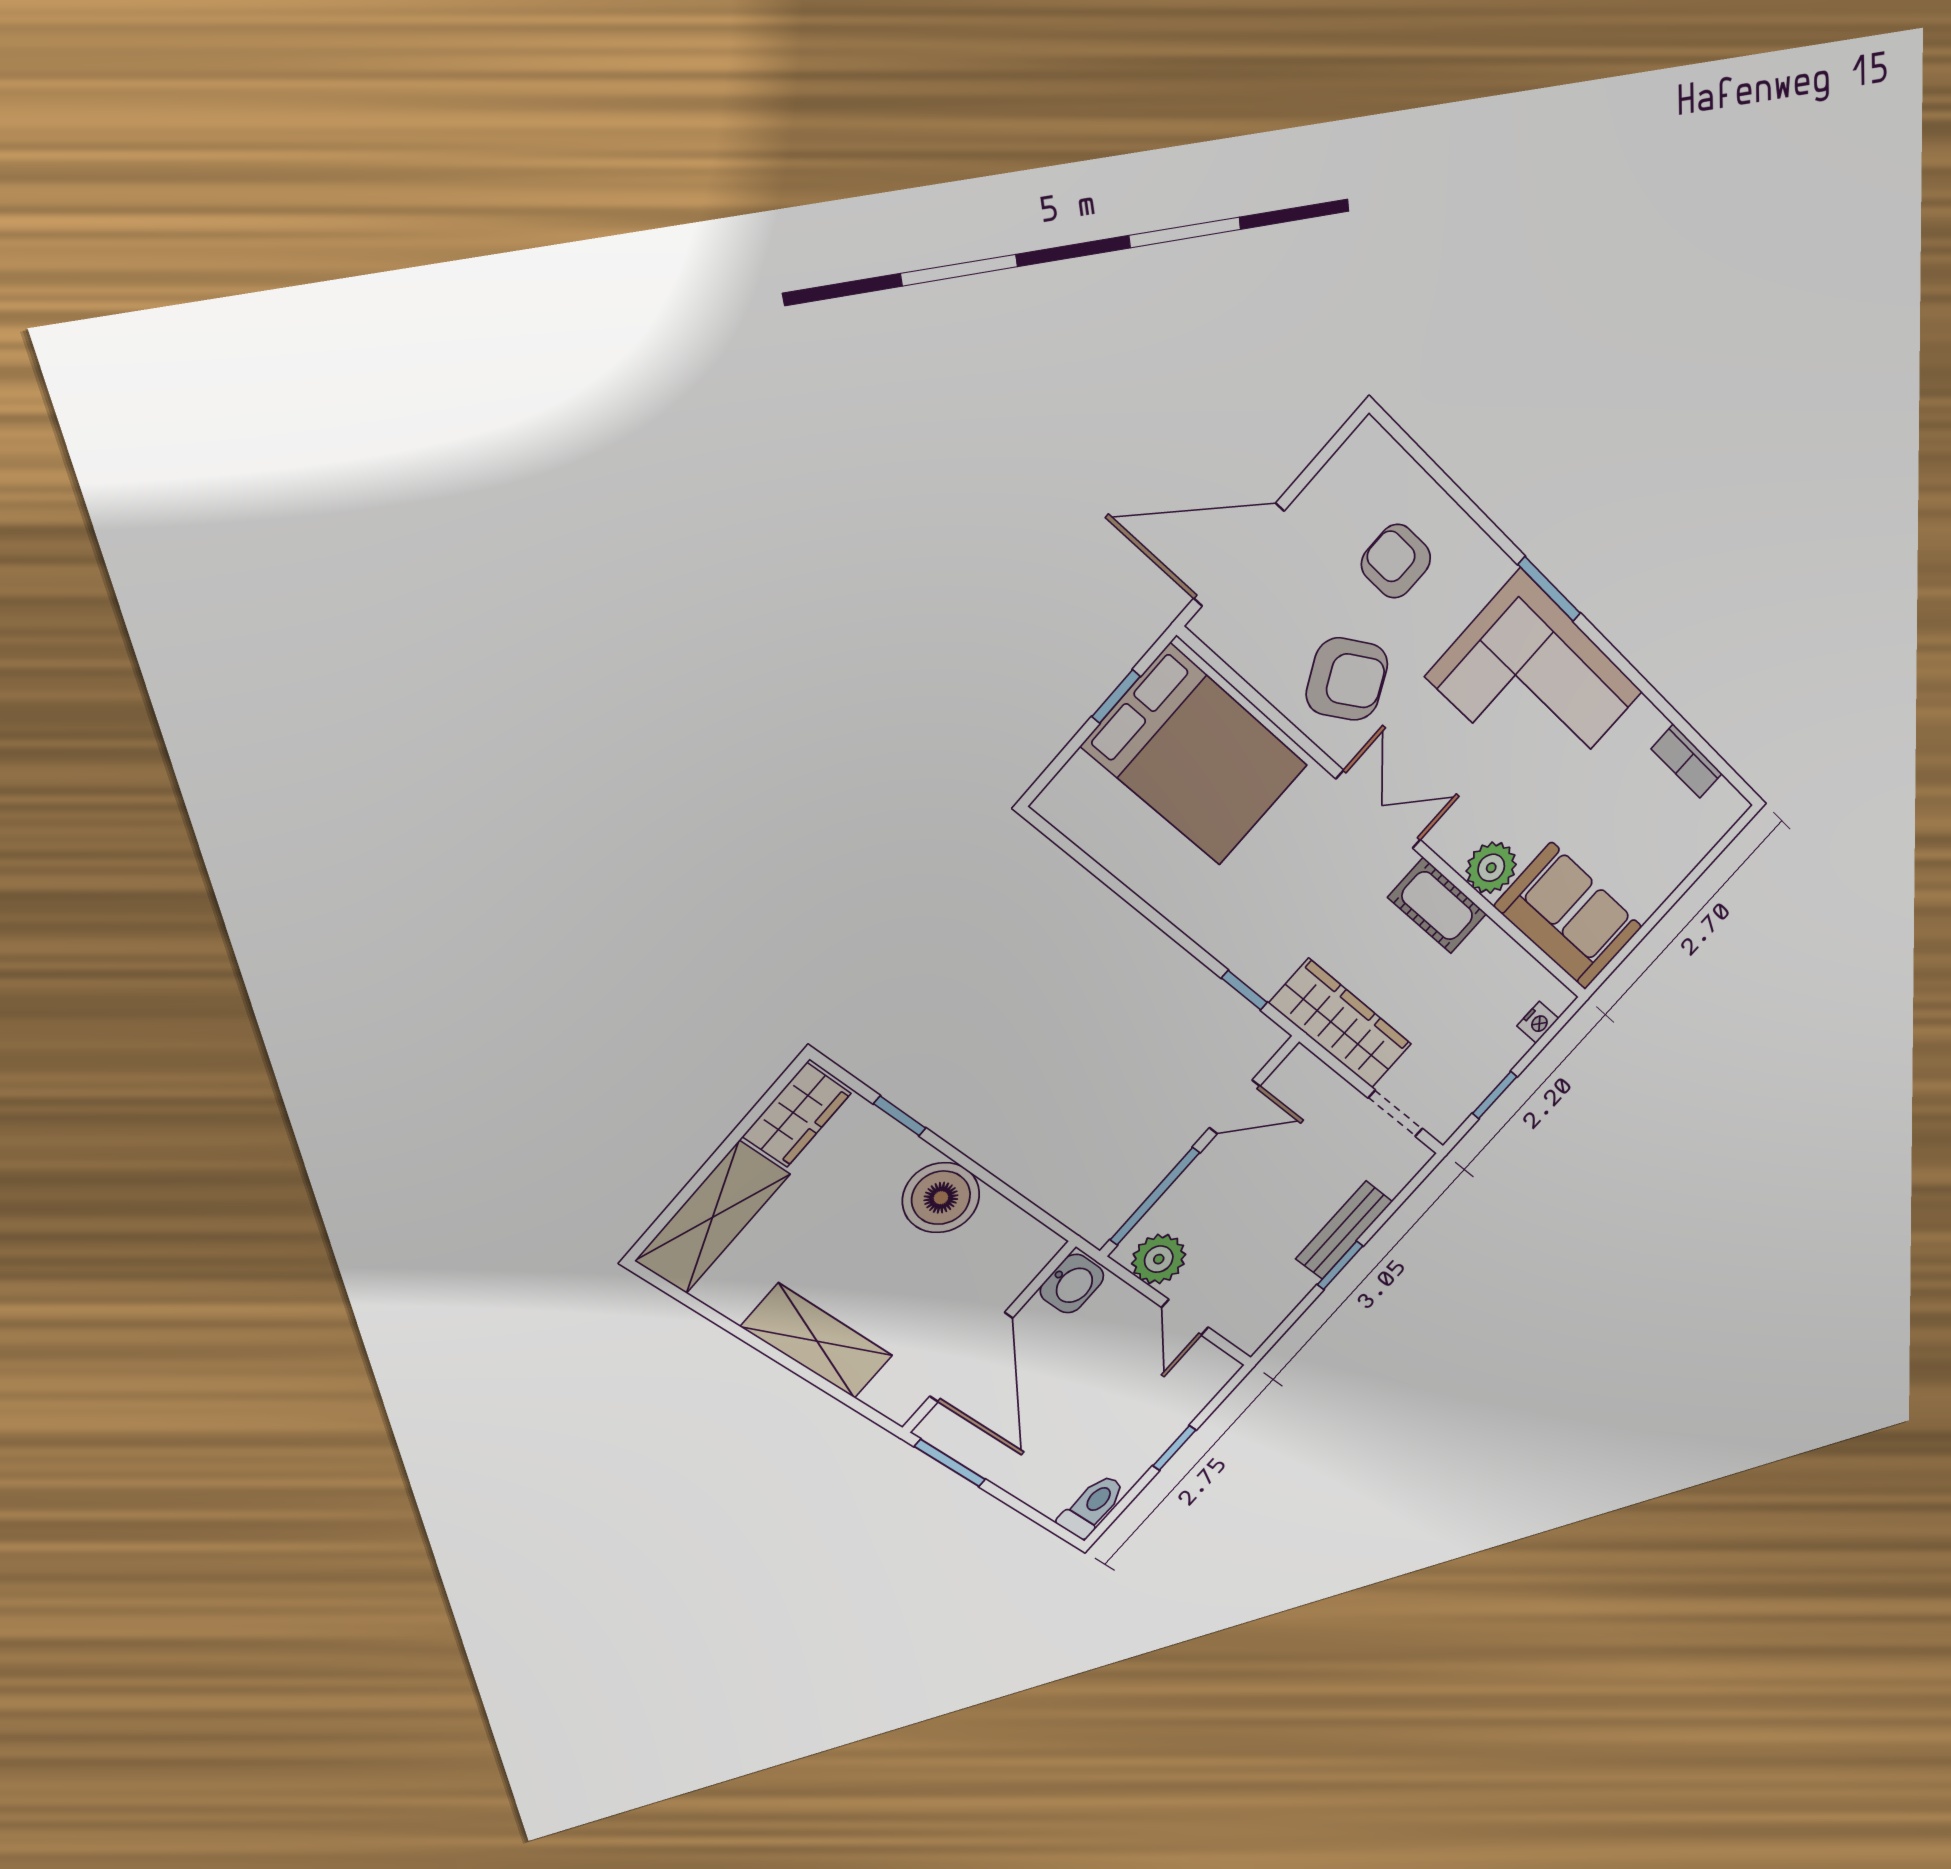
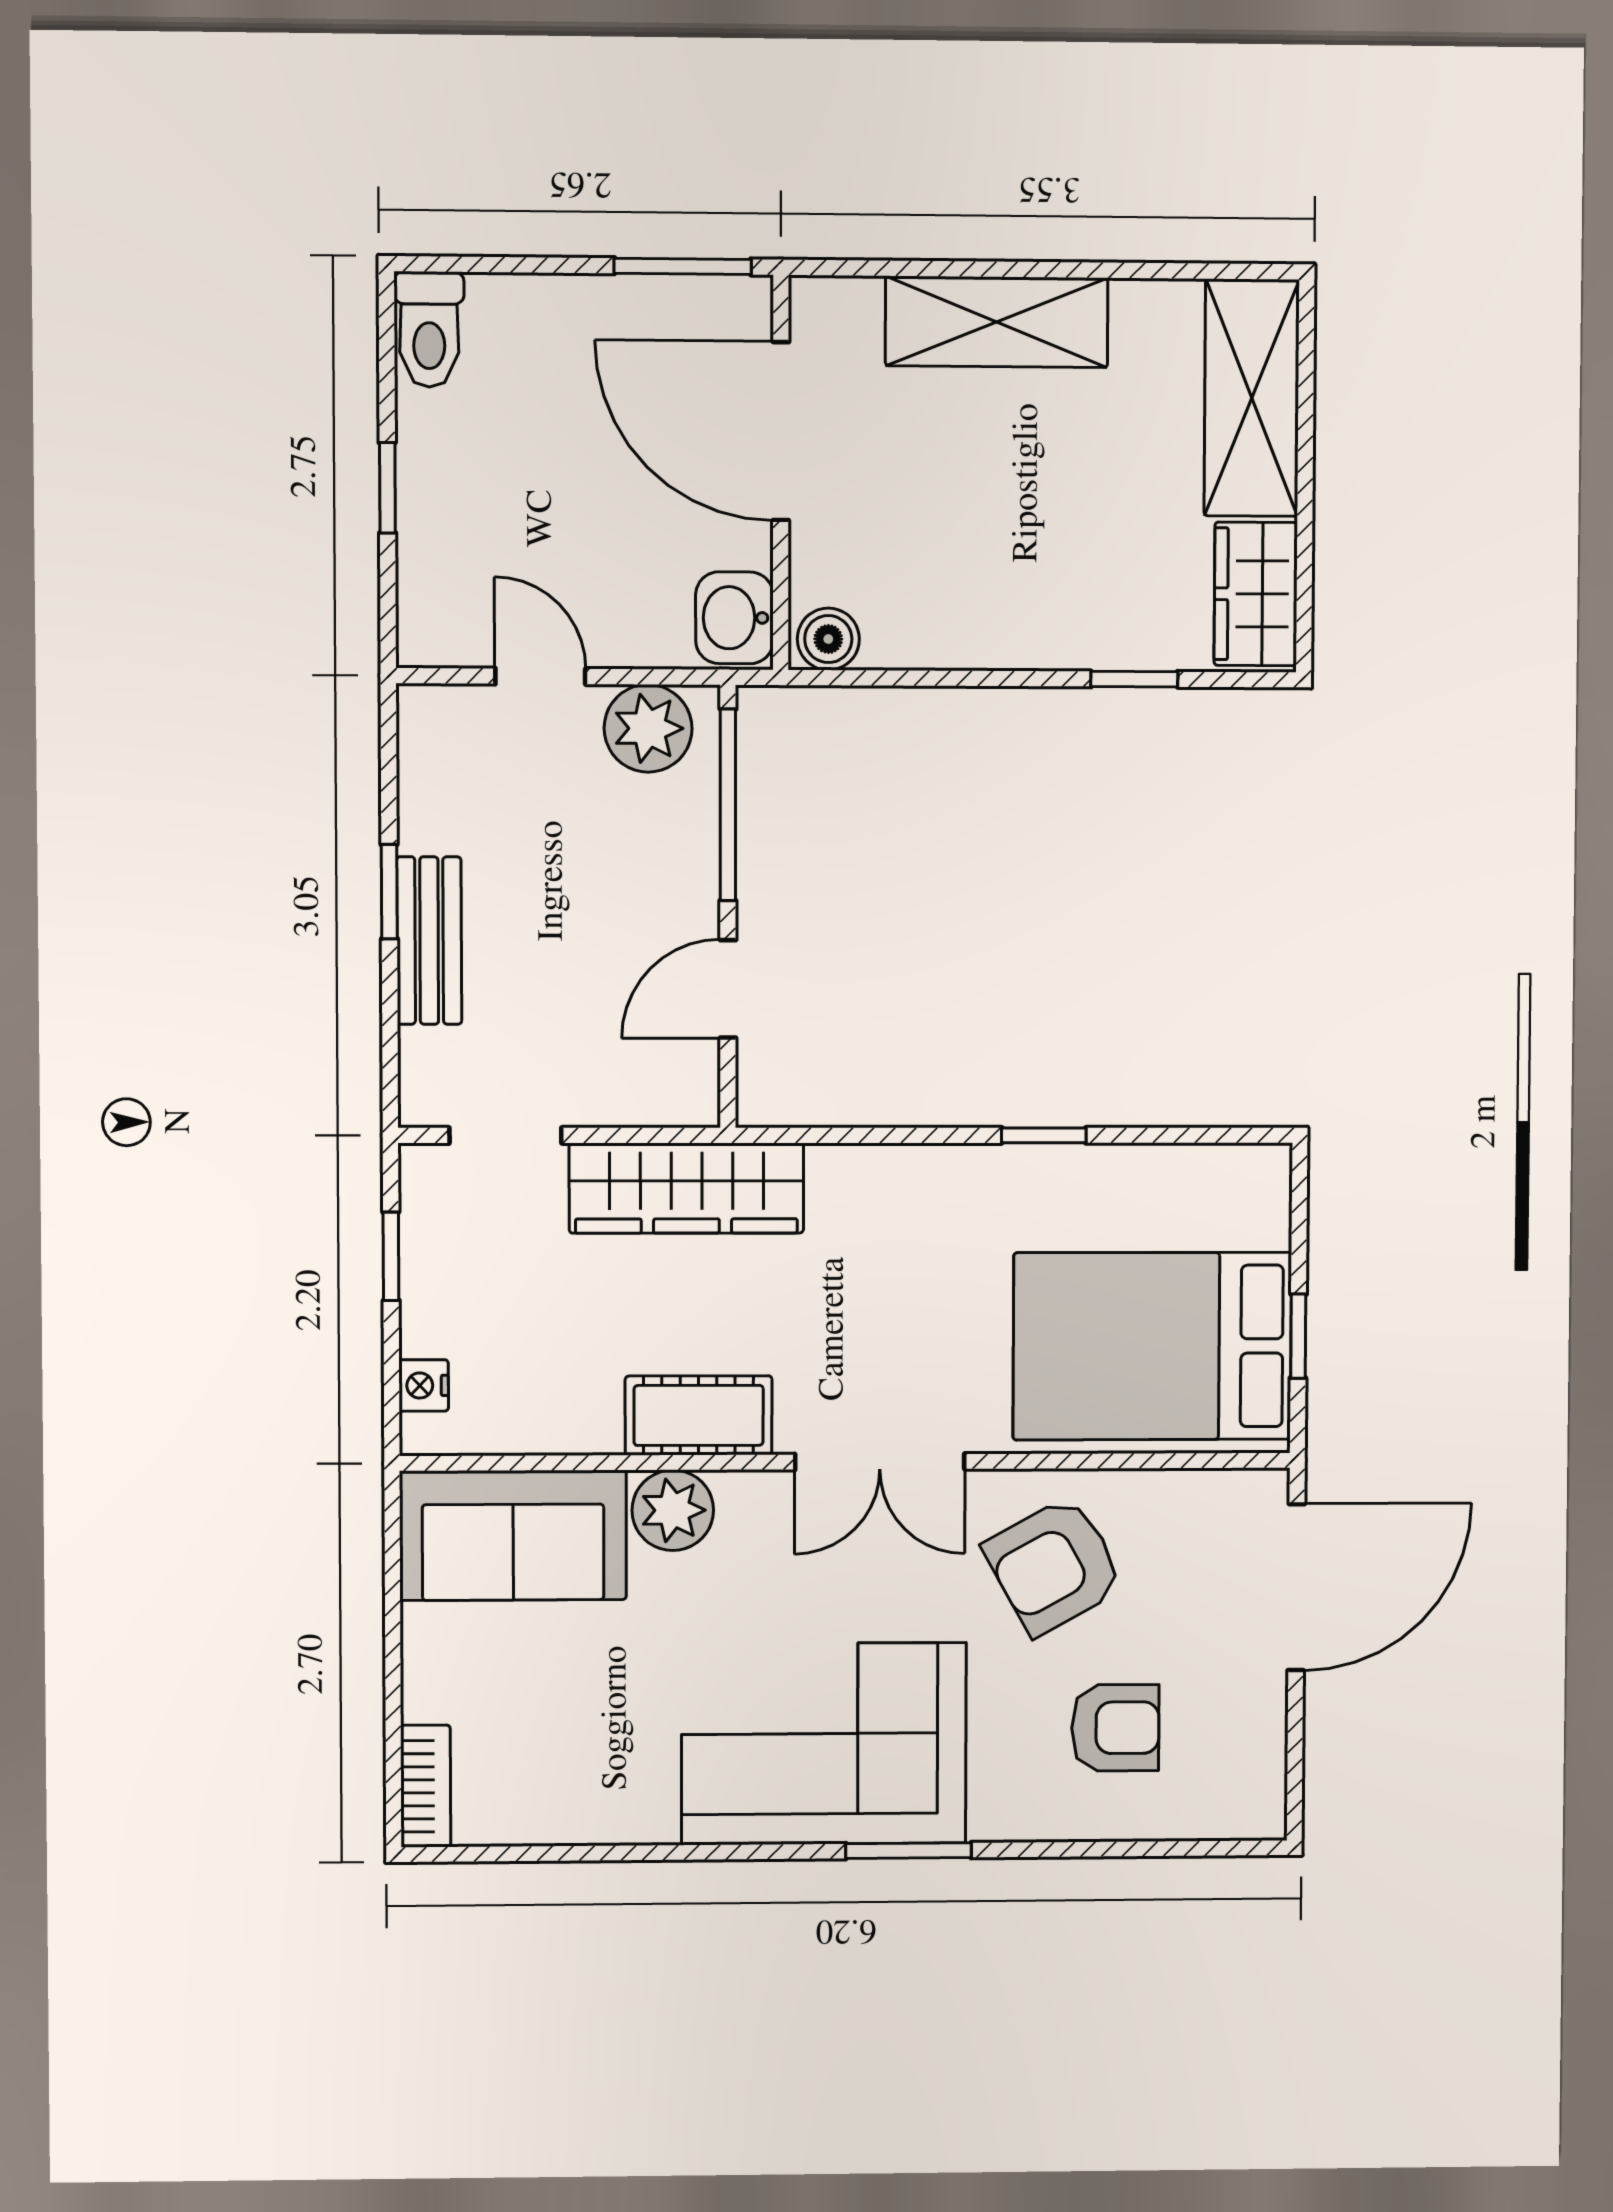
bookcase: (1687, 761) -> (426, 1786), moved, turned 90
window: (1244, 990) -> (1044, 1135), moved
boiler: (941, 1198) -> (828, 639), moved, width x0.54, depth x0.54

